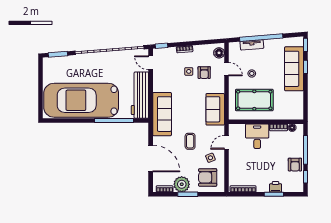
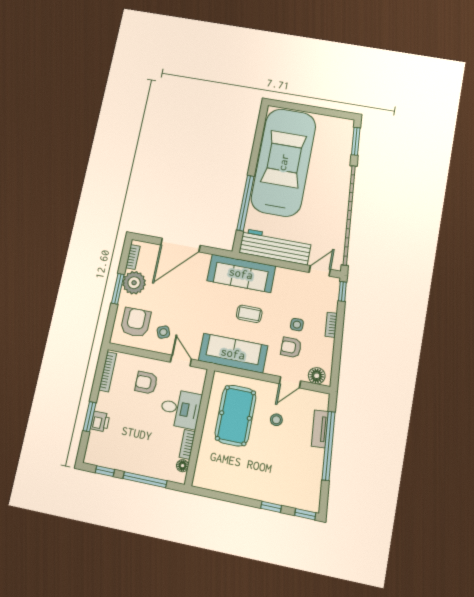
sofa: (294, 69) -> (271, 488), removed
sofa: (215, 109) -> (233, 353), width x1.36
coffee table: (190, 141) -> (249, 314), moved
armchair: (295, 165) -> (146, 383), moved

